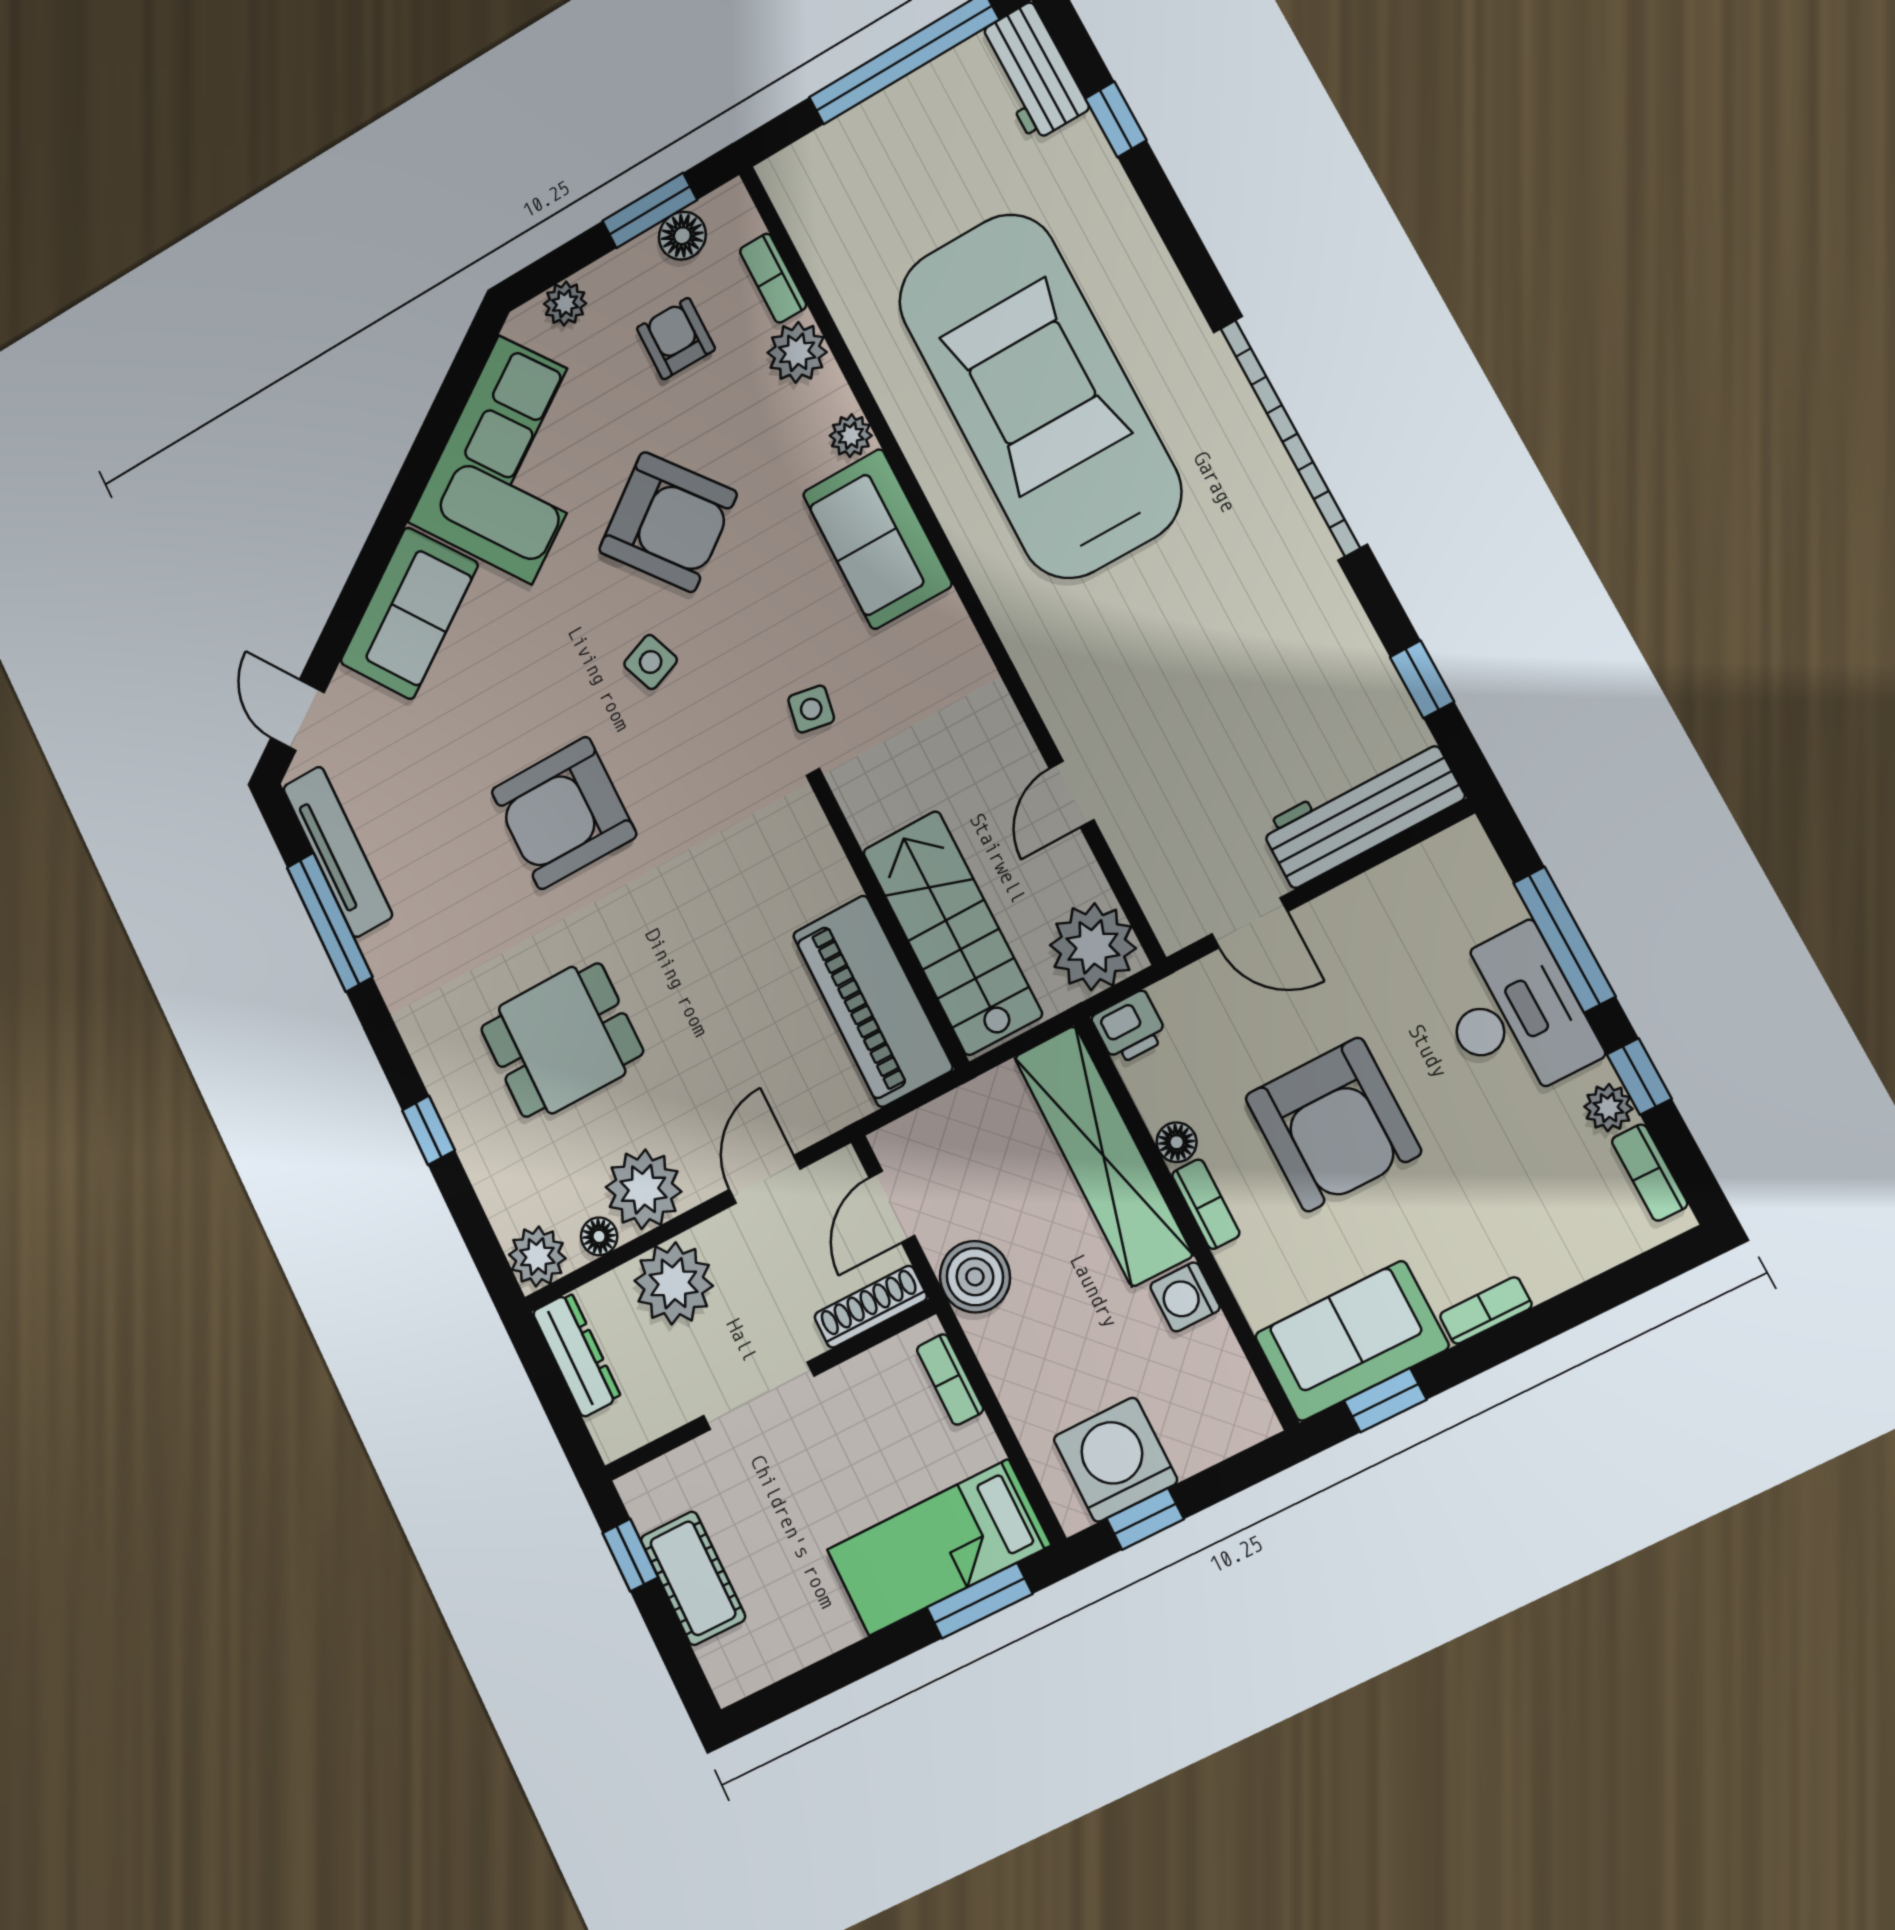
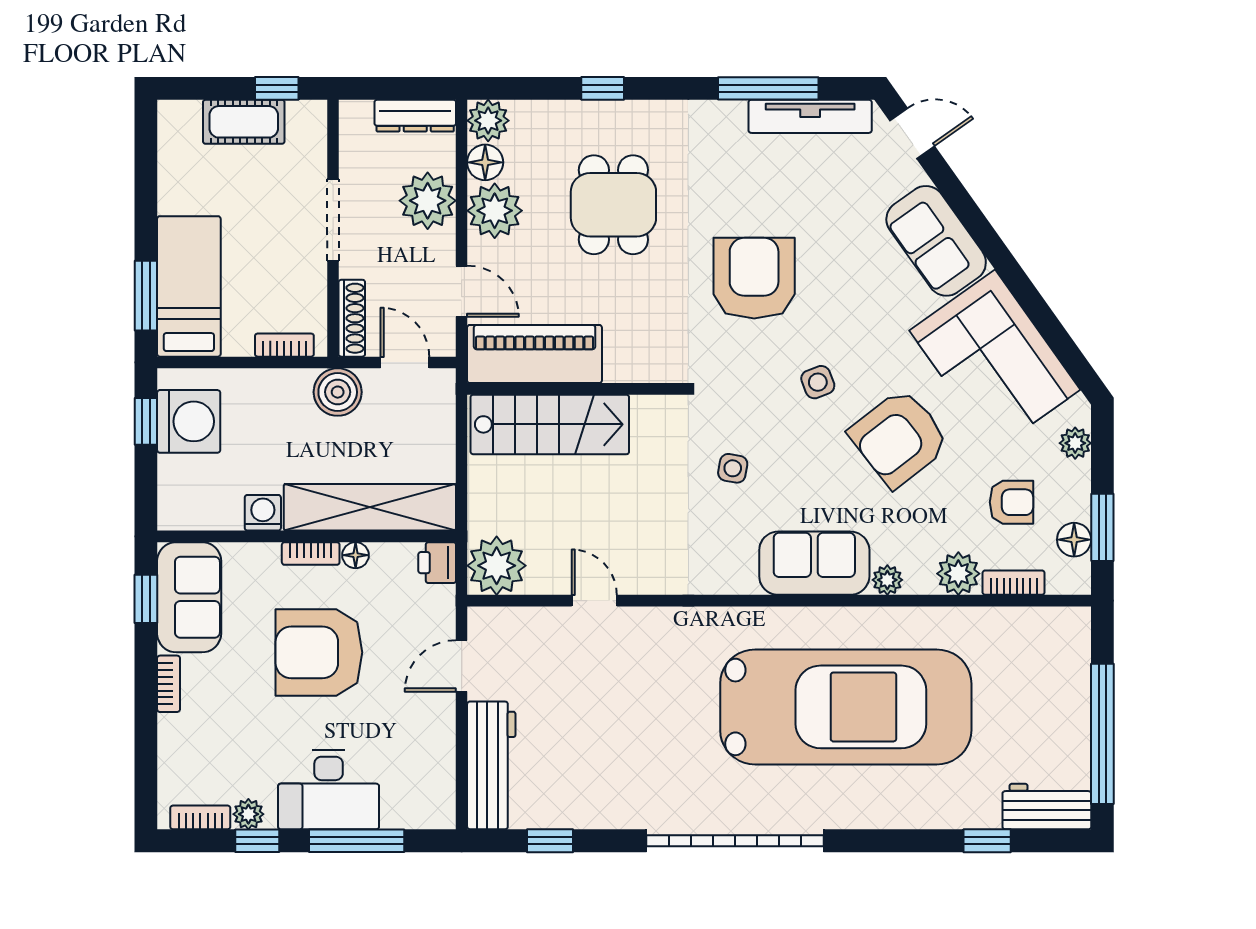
wall: (890, 925) -> (575, 389), moved
stairs: (952, 933) -> (550, 424), moved
piano: (873, 1001) -> (535, 354), moved
floor lamp: (599, 1236) -> (485, 162), width x1.37, depth x1.37

